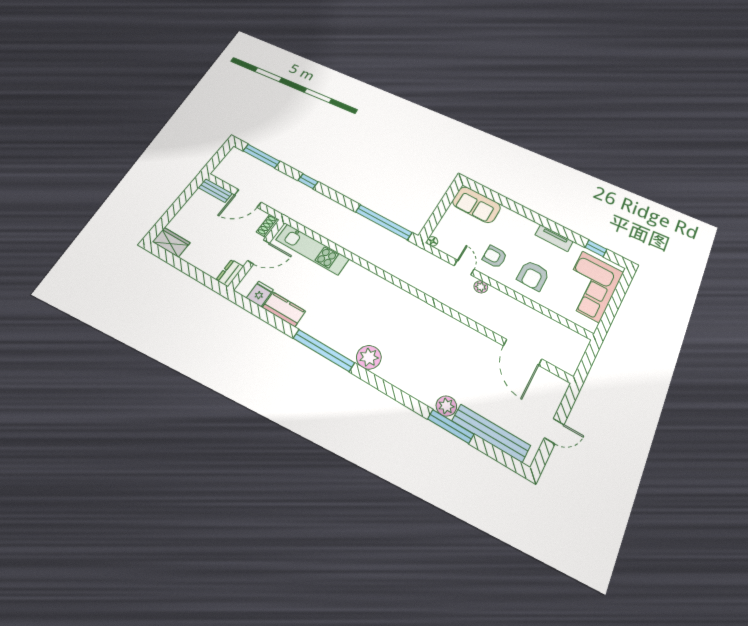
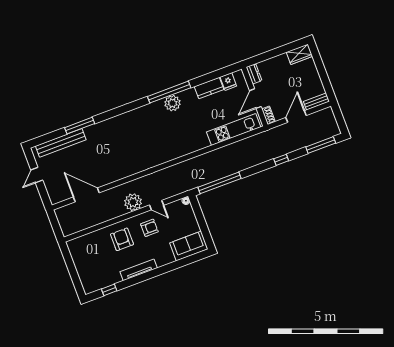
tv unit: (554, 238) -> (139, 270), width x1.41
corner sofa: (591, 286) -> (91, 265), removed
plant: (481, 287) -> (133, 202), width x1.88, depth x1.88
plant: (369, 357) -> (172, 103), moved
plant: (446, 406) -> (91, 132), removed

